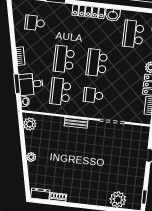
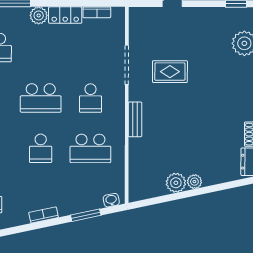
school desk: (64, 59) -> (41, 148), width x0.54
desk: (31, 84) -> (84, 194), removed
plant: (30, 124) -> (176, 183), moved
rug: (105, 149) -> (170, 72), added

